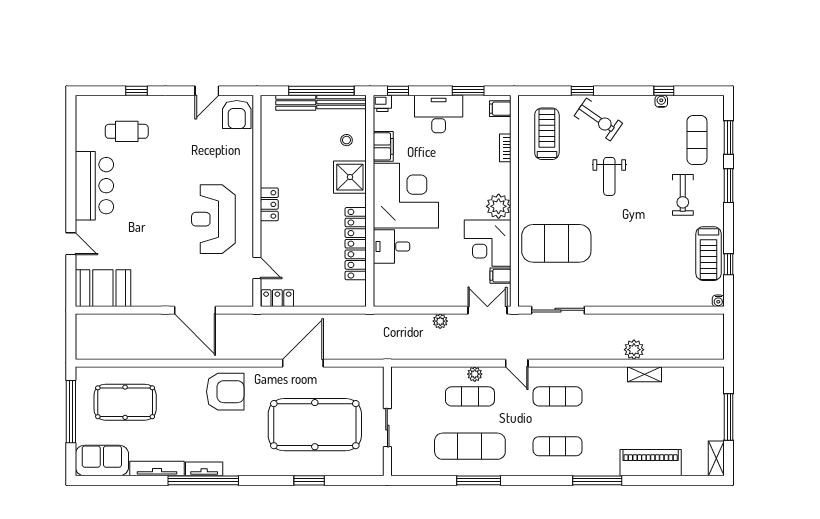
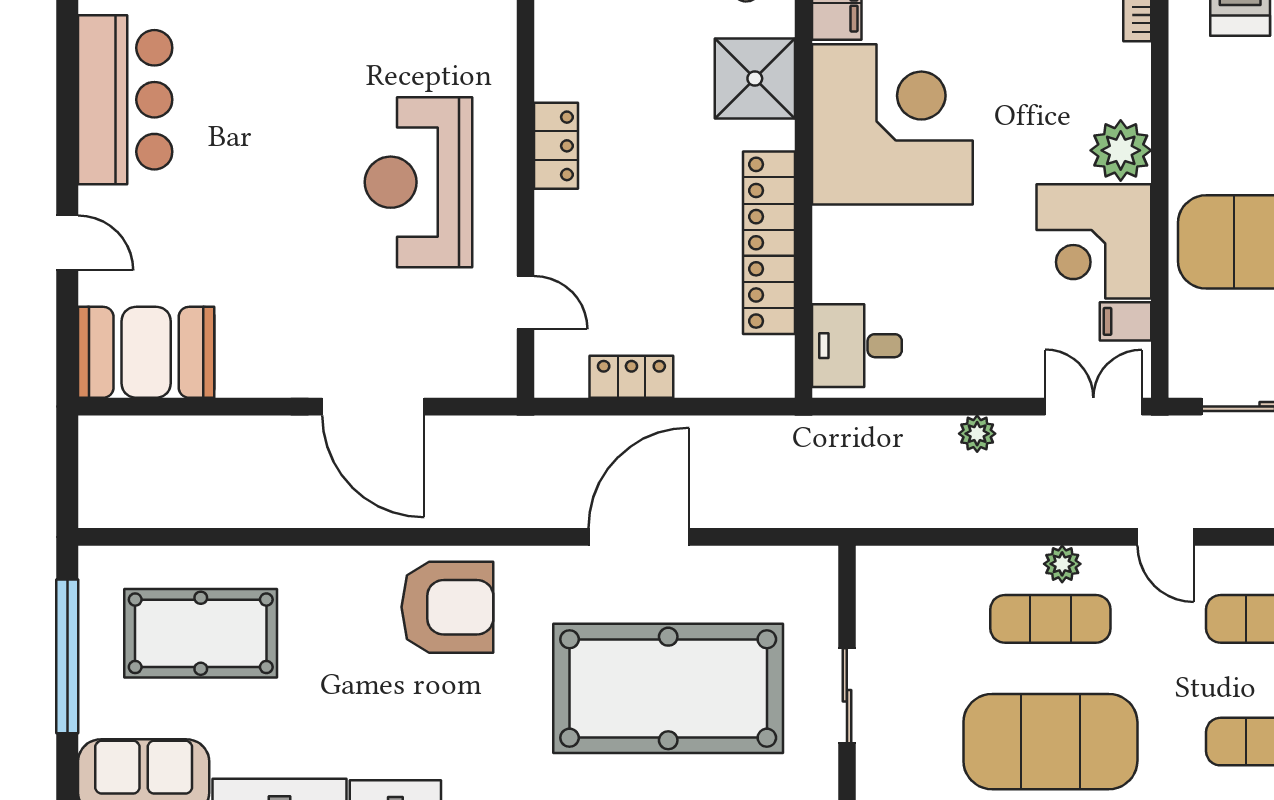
desk: (391, 246) -> (857, 346), moved
locker: (277, 298) -> (631, 377), moved
exercise mat: (470, 446) -> (1050, 742), width x1.47

